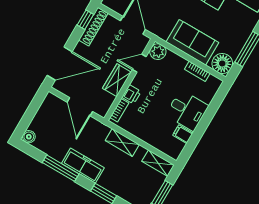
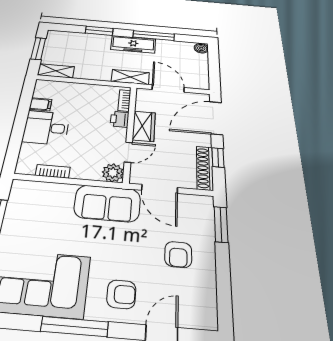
window: (85, 20) -> (218, 158), moved
sofa: (192, 42) -> (107, 203), moved
floor lamp: (222, 63) -> (24, 192), removed
shelving: (122, 143) -> (130, 77), moved

